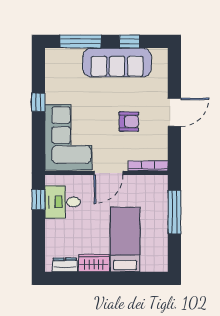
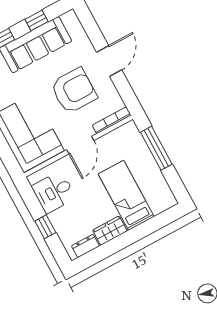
armchair: (129, 122) -> (74, 91), width x1.88, depth x1.88
window: (38, 199) -> (45, 227), moved

